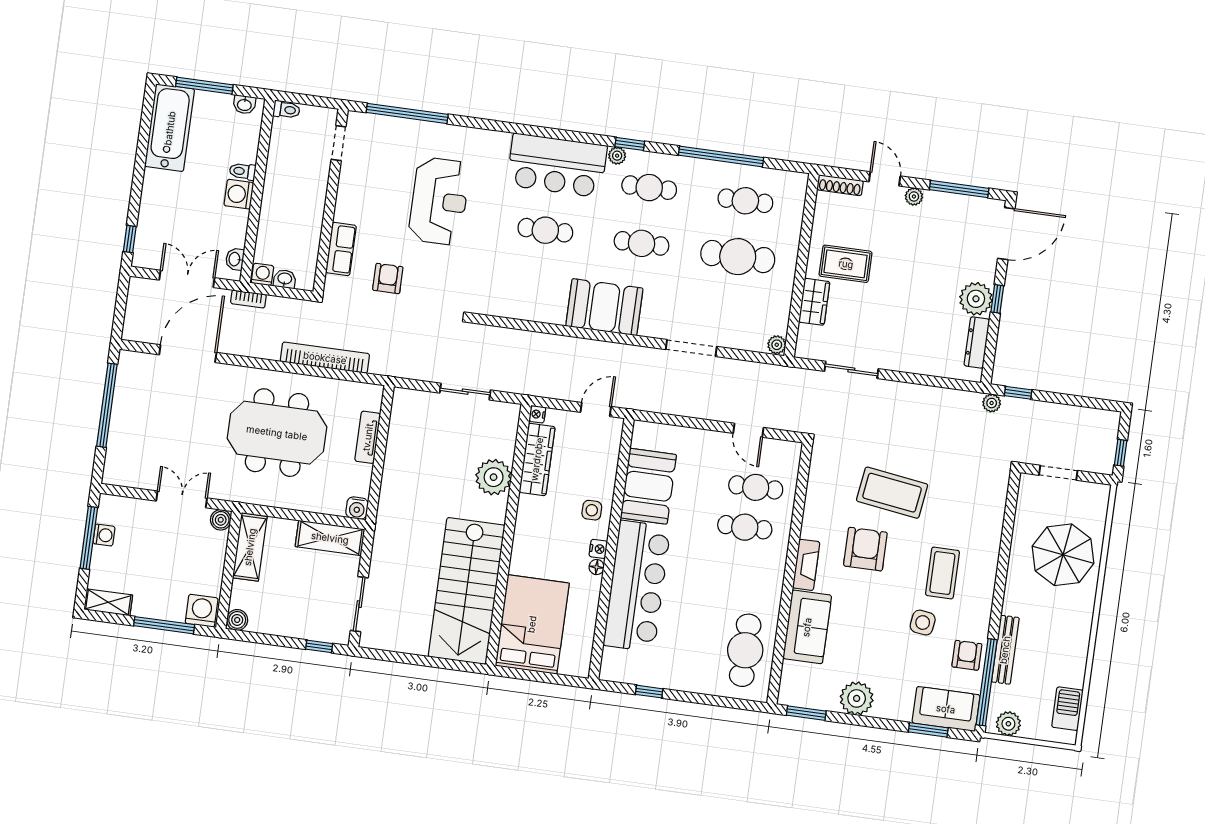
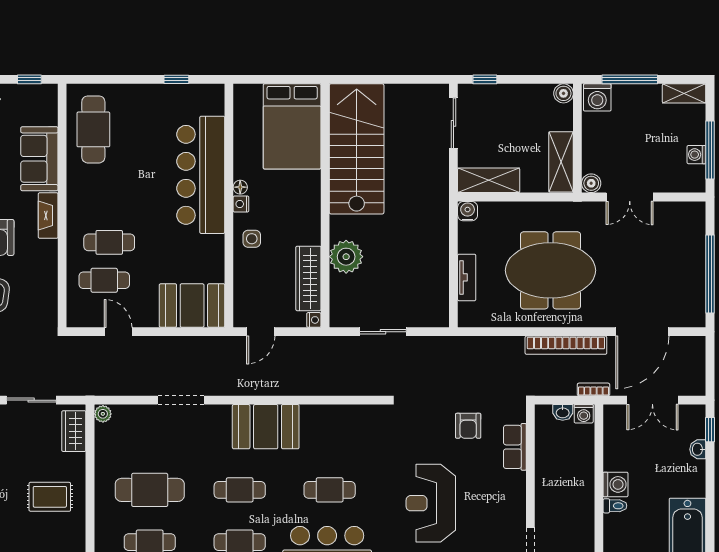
washbasin: (235, 259) -> (698, 449), moved, turned 180
wardrobe: (814, 302) -> (74, 431), moved
bookcase: (325, 358) -> (566, 345), moved
booth: (648, 486) -> (192, 306), moved, turned 90
window: (806, 713) -> (29, 79), width x0.67

